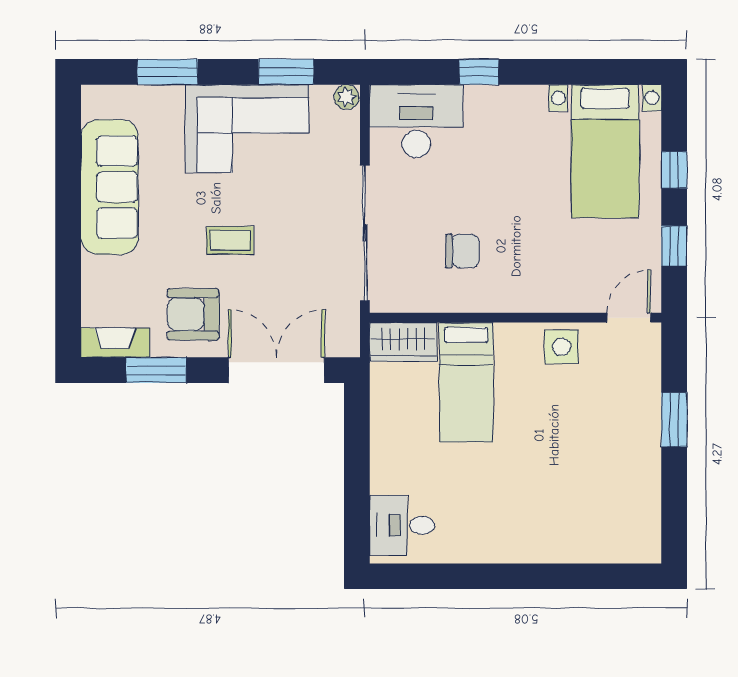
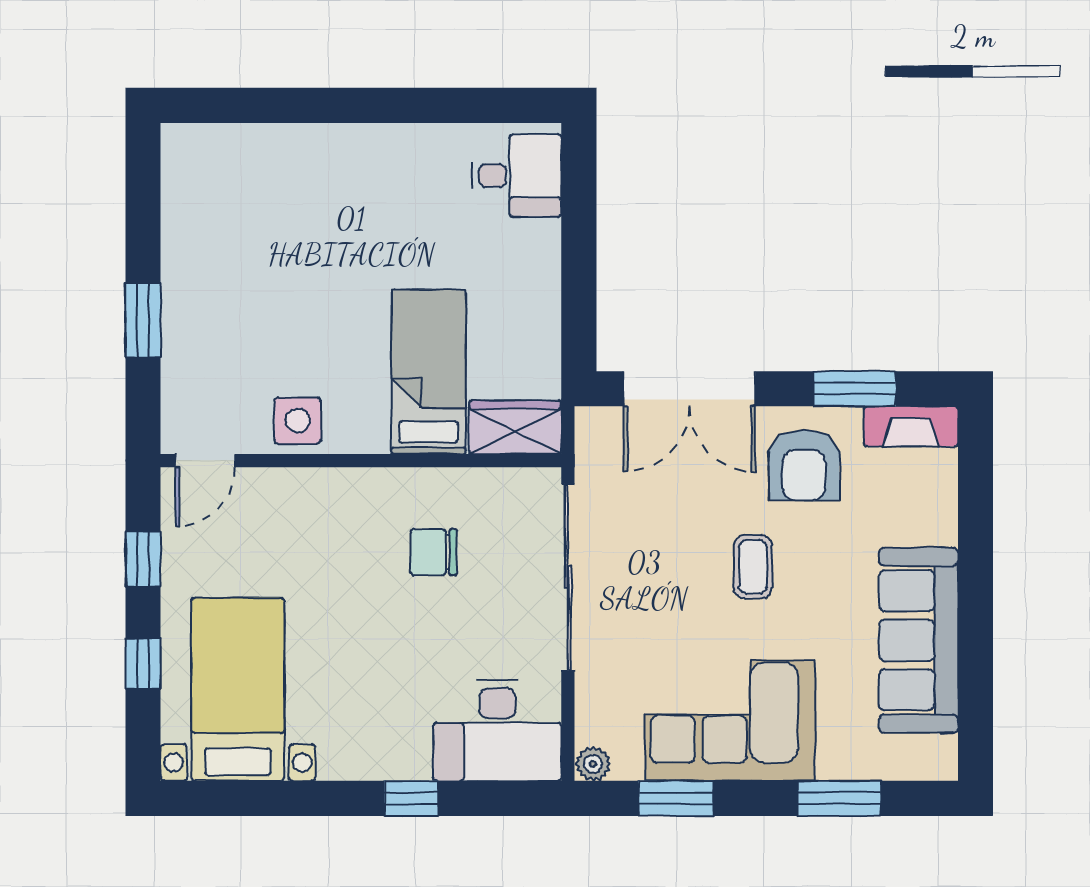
coffee table: (230, 240) -> (753, 567), turned 90
armchair: (193, 314) -> (804, 465), turned 90

